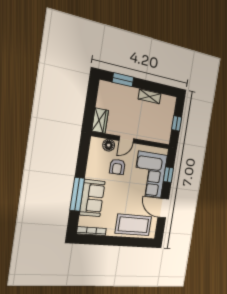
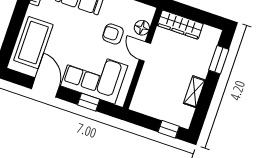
wardrobe: (100, 121) -> (180, 25), width x1.50
window: (177, 123) -> (169, 129), moved
door: (163, 208) -> (45, 87), hinge flipped

